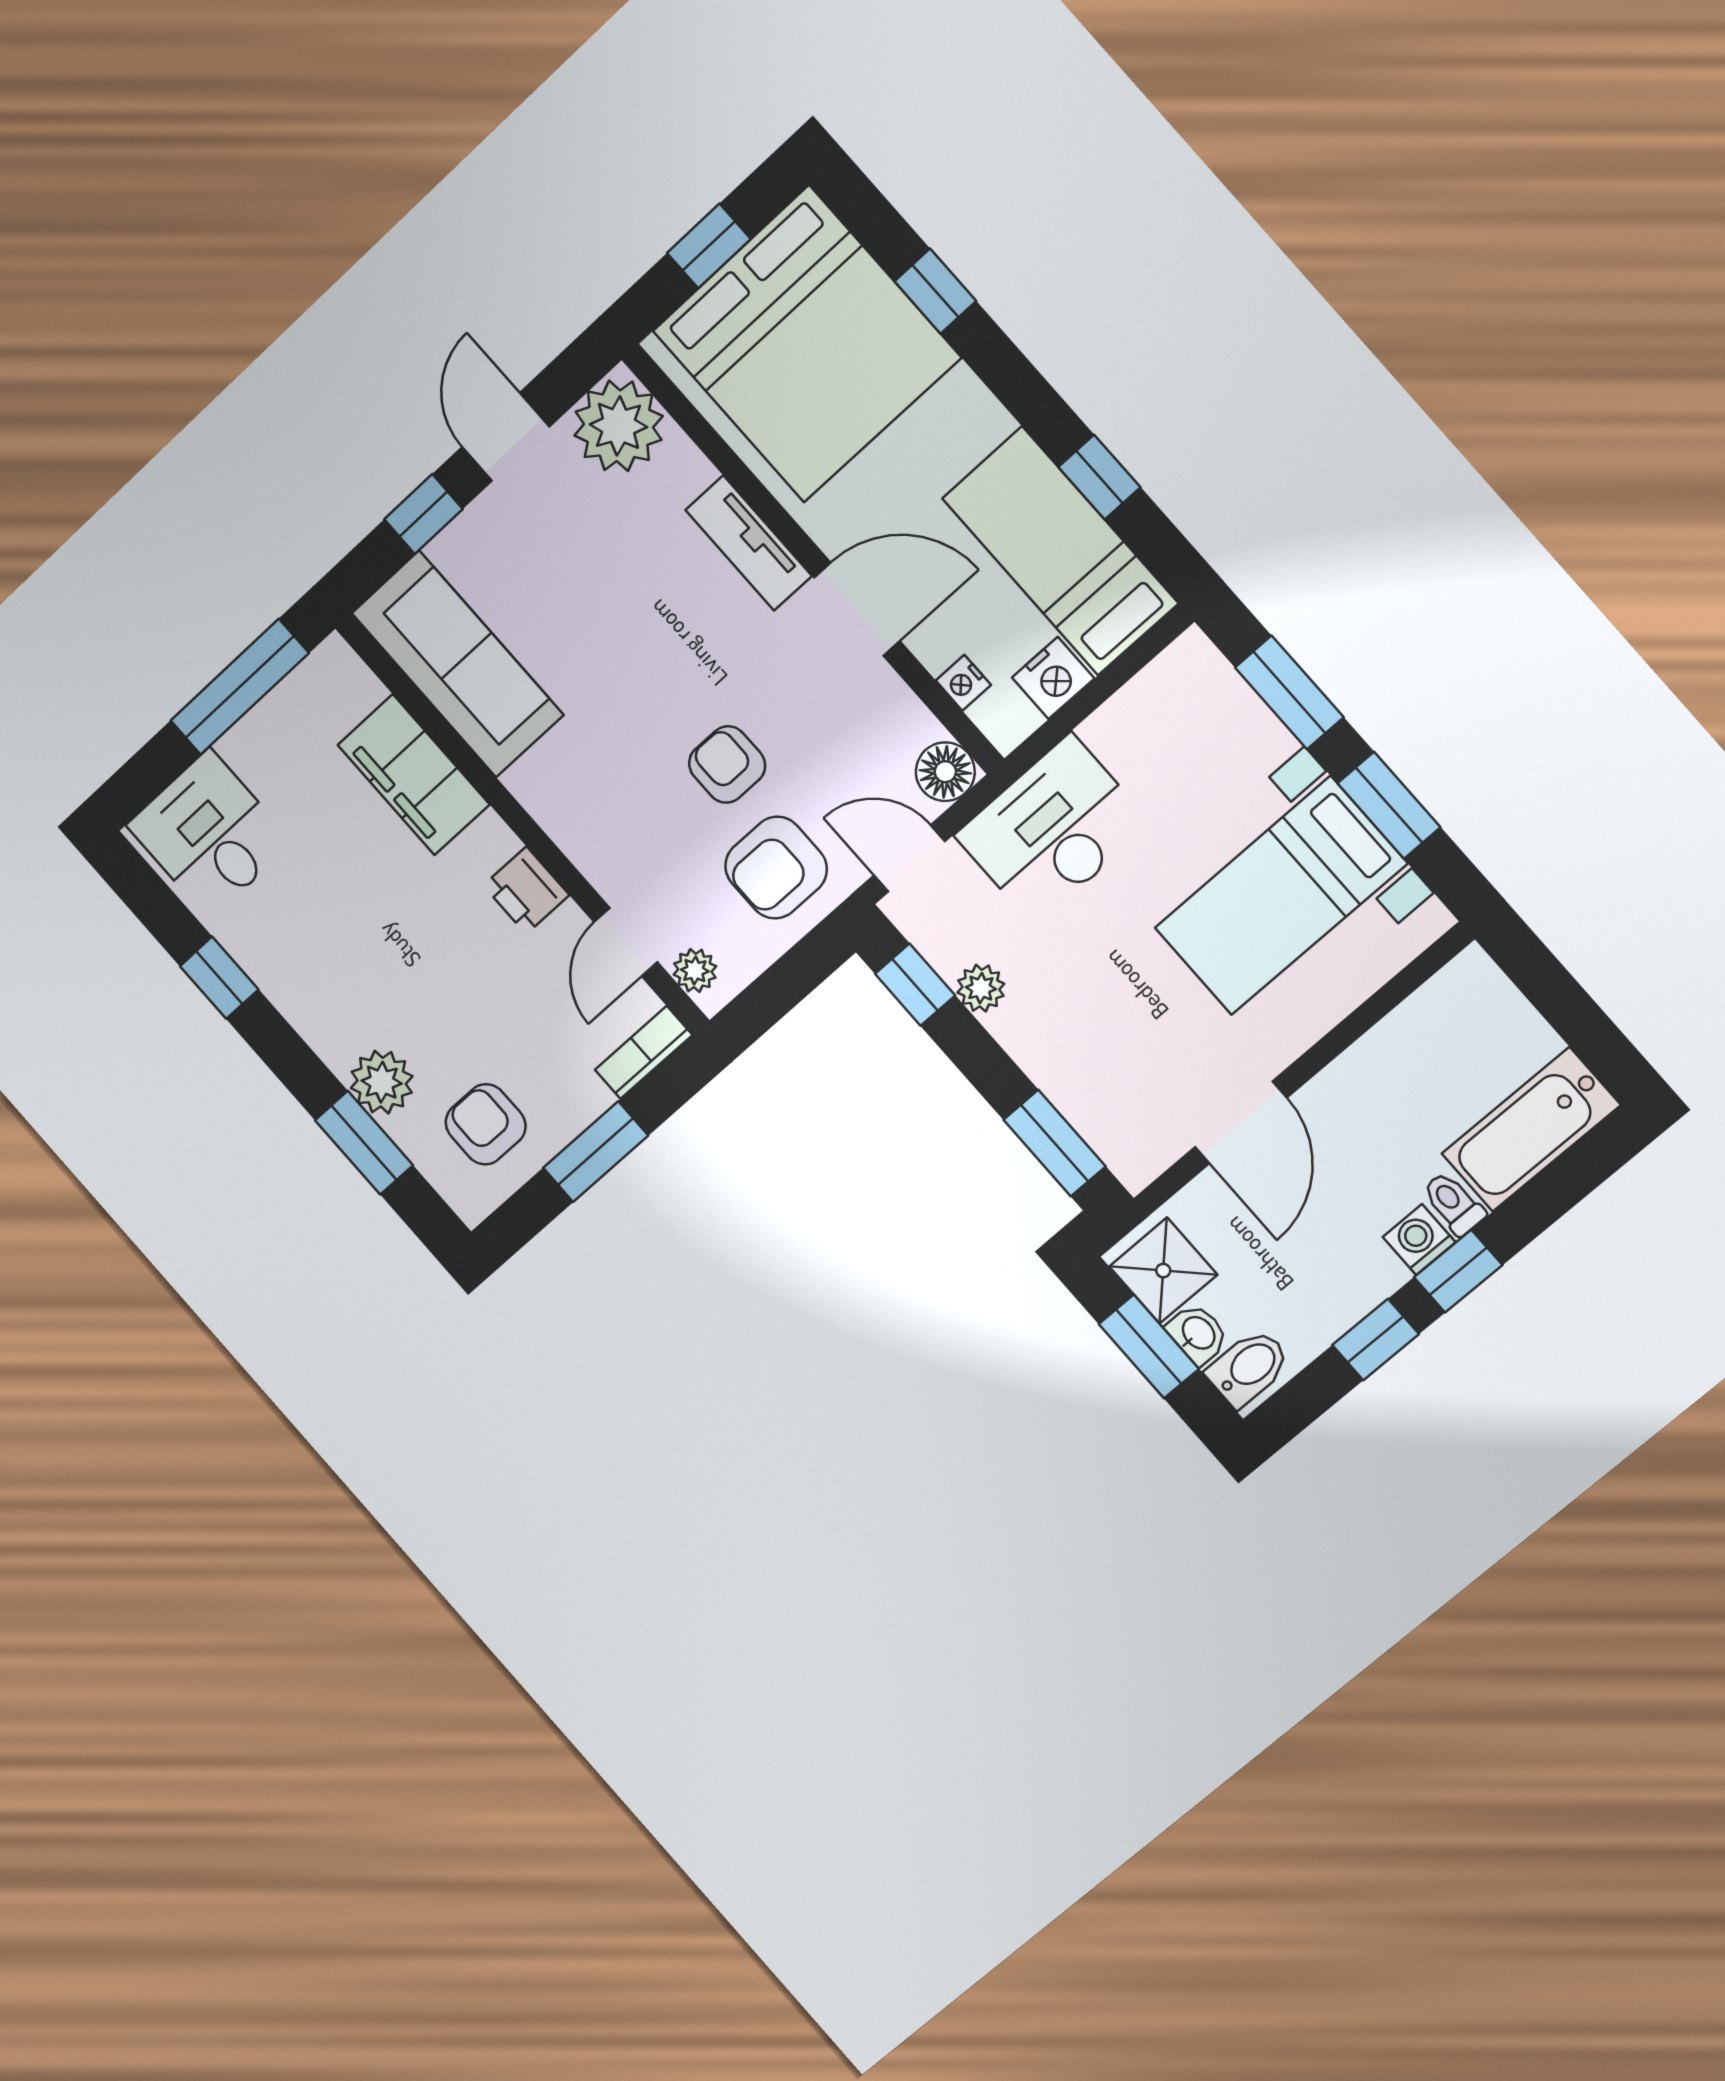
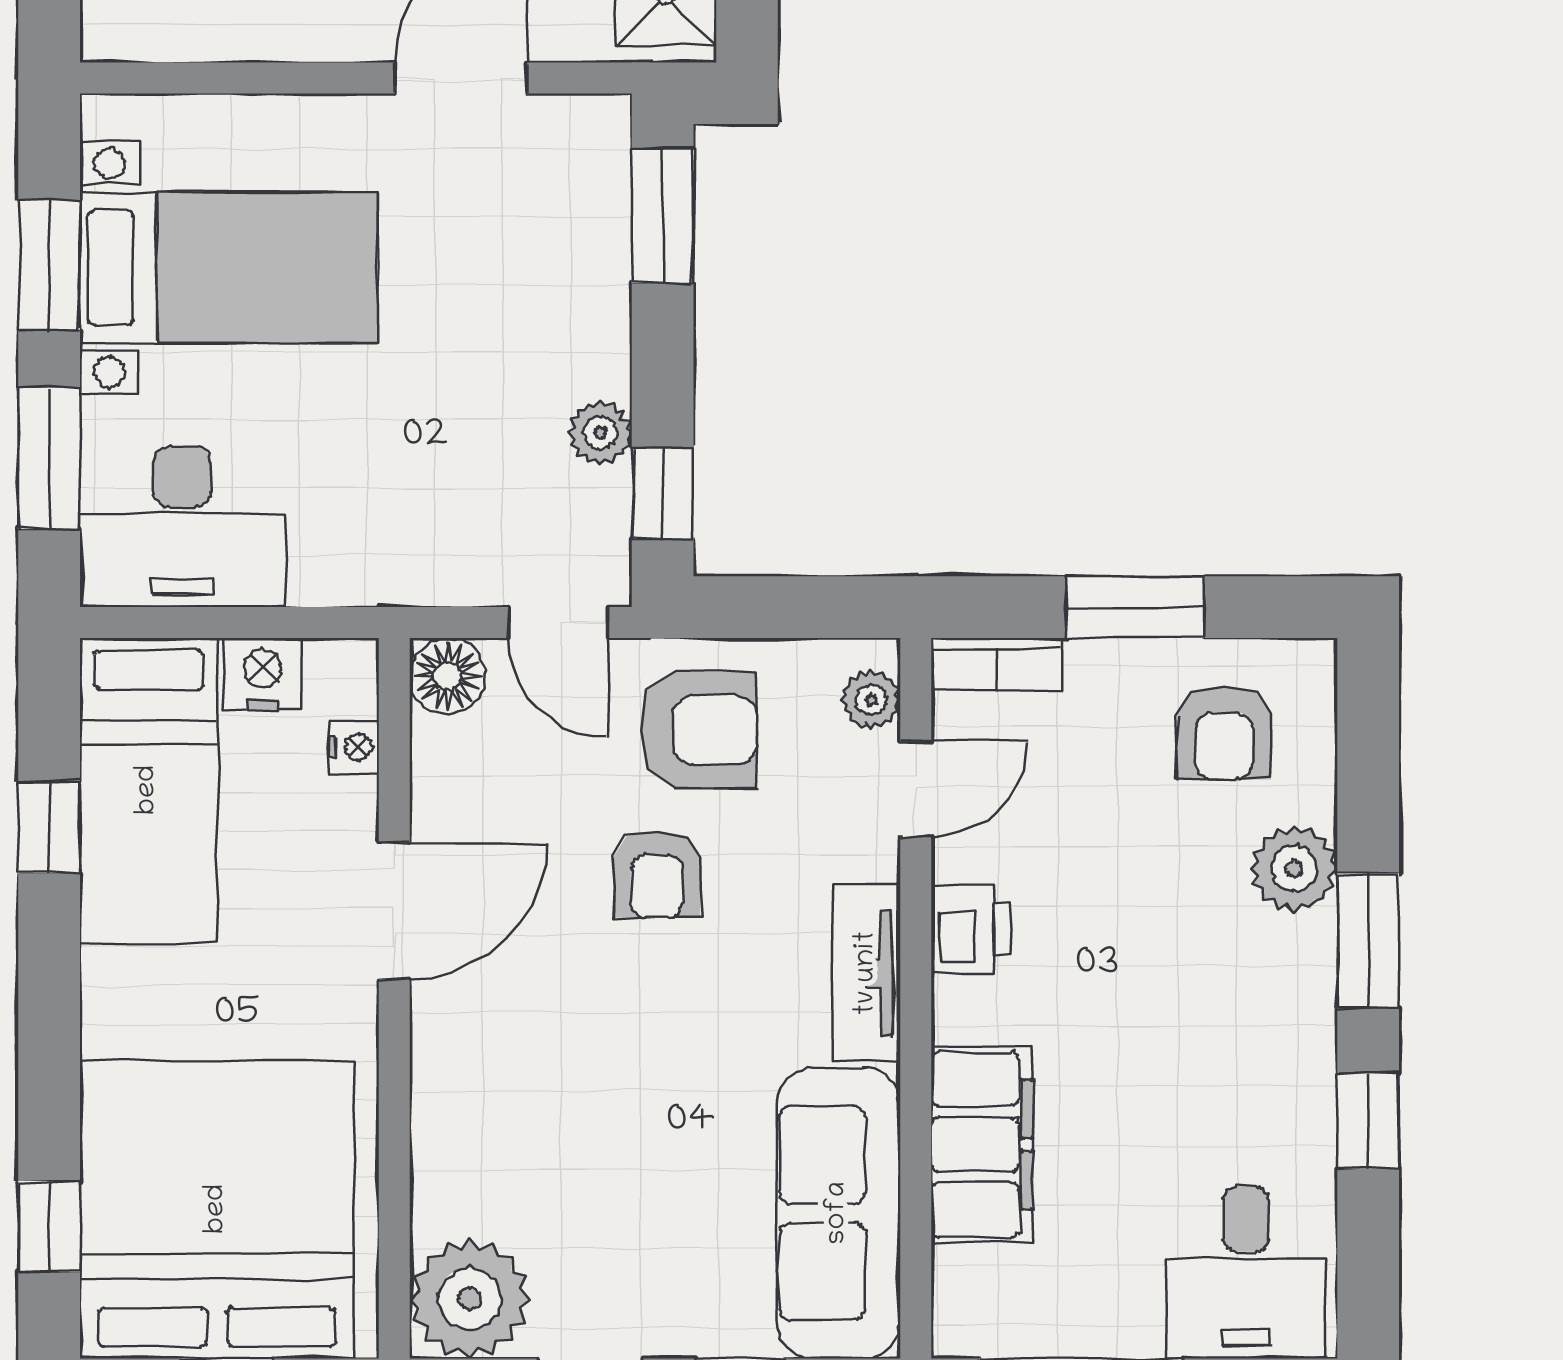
window: (935, 291) -> (49, 1226), moved
tv unit: (749, 543) -> (867, 973), moved, turned 180
door: (857, 609) -> (394, 911), swing flipped
desk: (1053, 830) -> (182, 527), moved
window: (364, 1143) -> (1368, 941), moved

